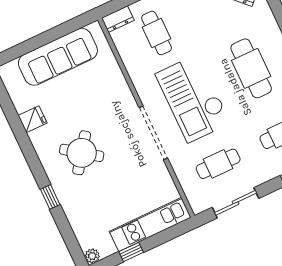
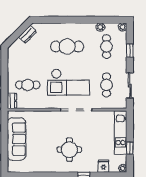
fridge: (32, 119) -> (103, 166), moved
round table: (82, 153) -> (69, 150), turned -36

